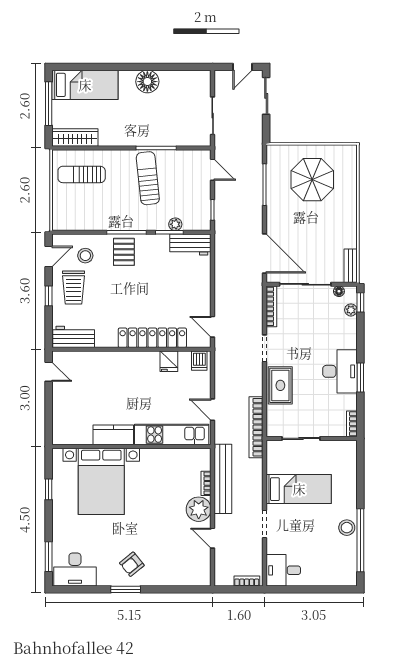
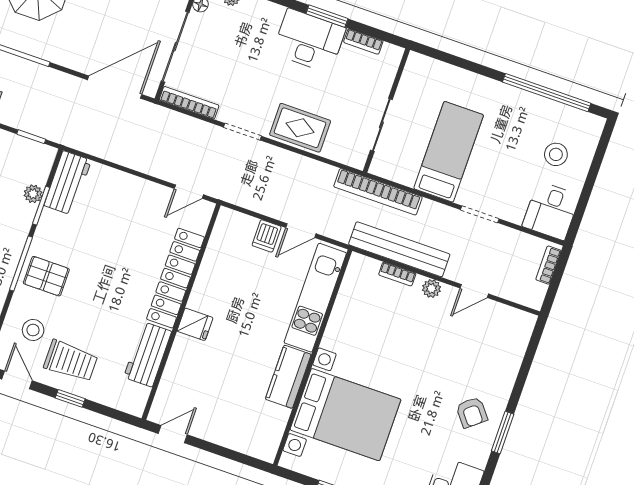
workbench: (74, 337) -> (148, 354), moved
fridge: (169, 361) -> (195, 324), moved
dishwasher: (199, 361) -> (267, 236), moved, turned 90
bookcase: (352, 424) -> (363, 42), moved
bookcase: (256, 427) -> (378, 192), moved
plant: (199, 509) -> (431, 288), width x0.53, depth x0.53
stool: (347, 528) -> (556, 154), moved

